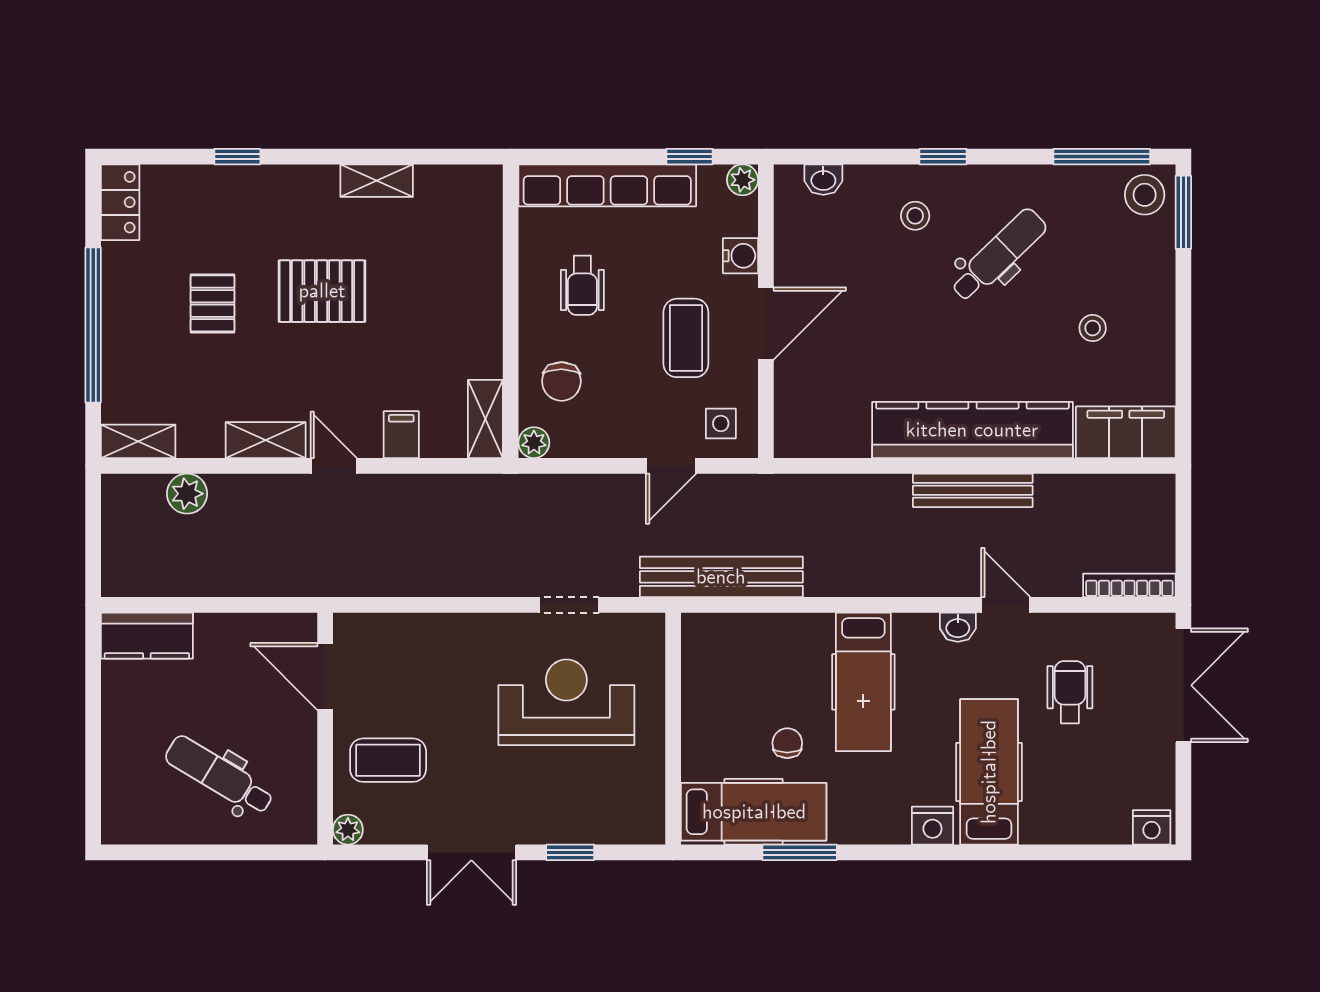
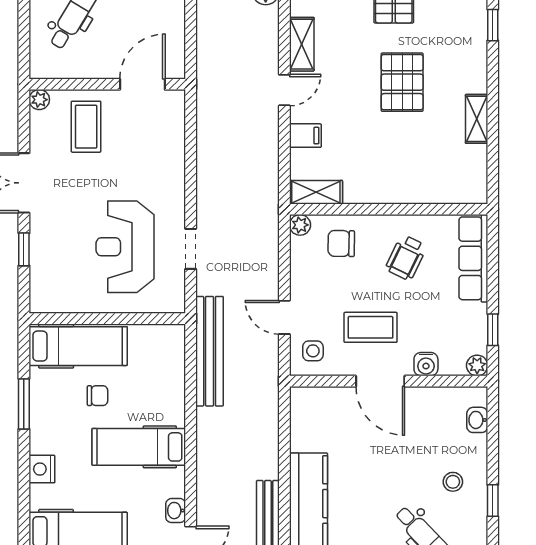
row of seats: (607, 185) -> (473, 258), width x0.73
wheelchair: (582, 285) -> (406, 258), turned -64
reception desk: (566, 702) -> (125, 247), turned 180
hospital bed: (754, 812) -> (78, 346), moved, turned -90
nightstand: (932, 826) -> (42, 469), moved

